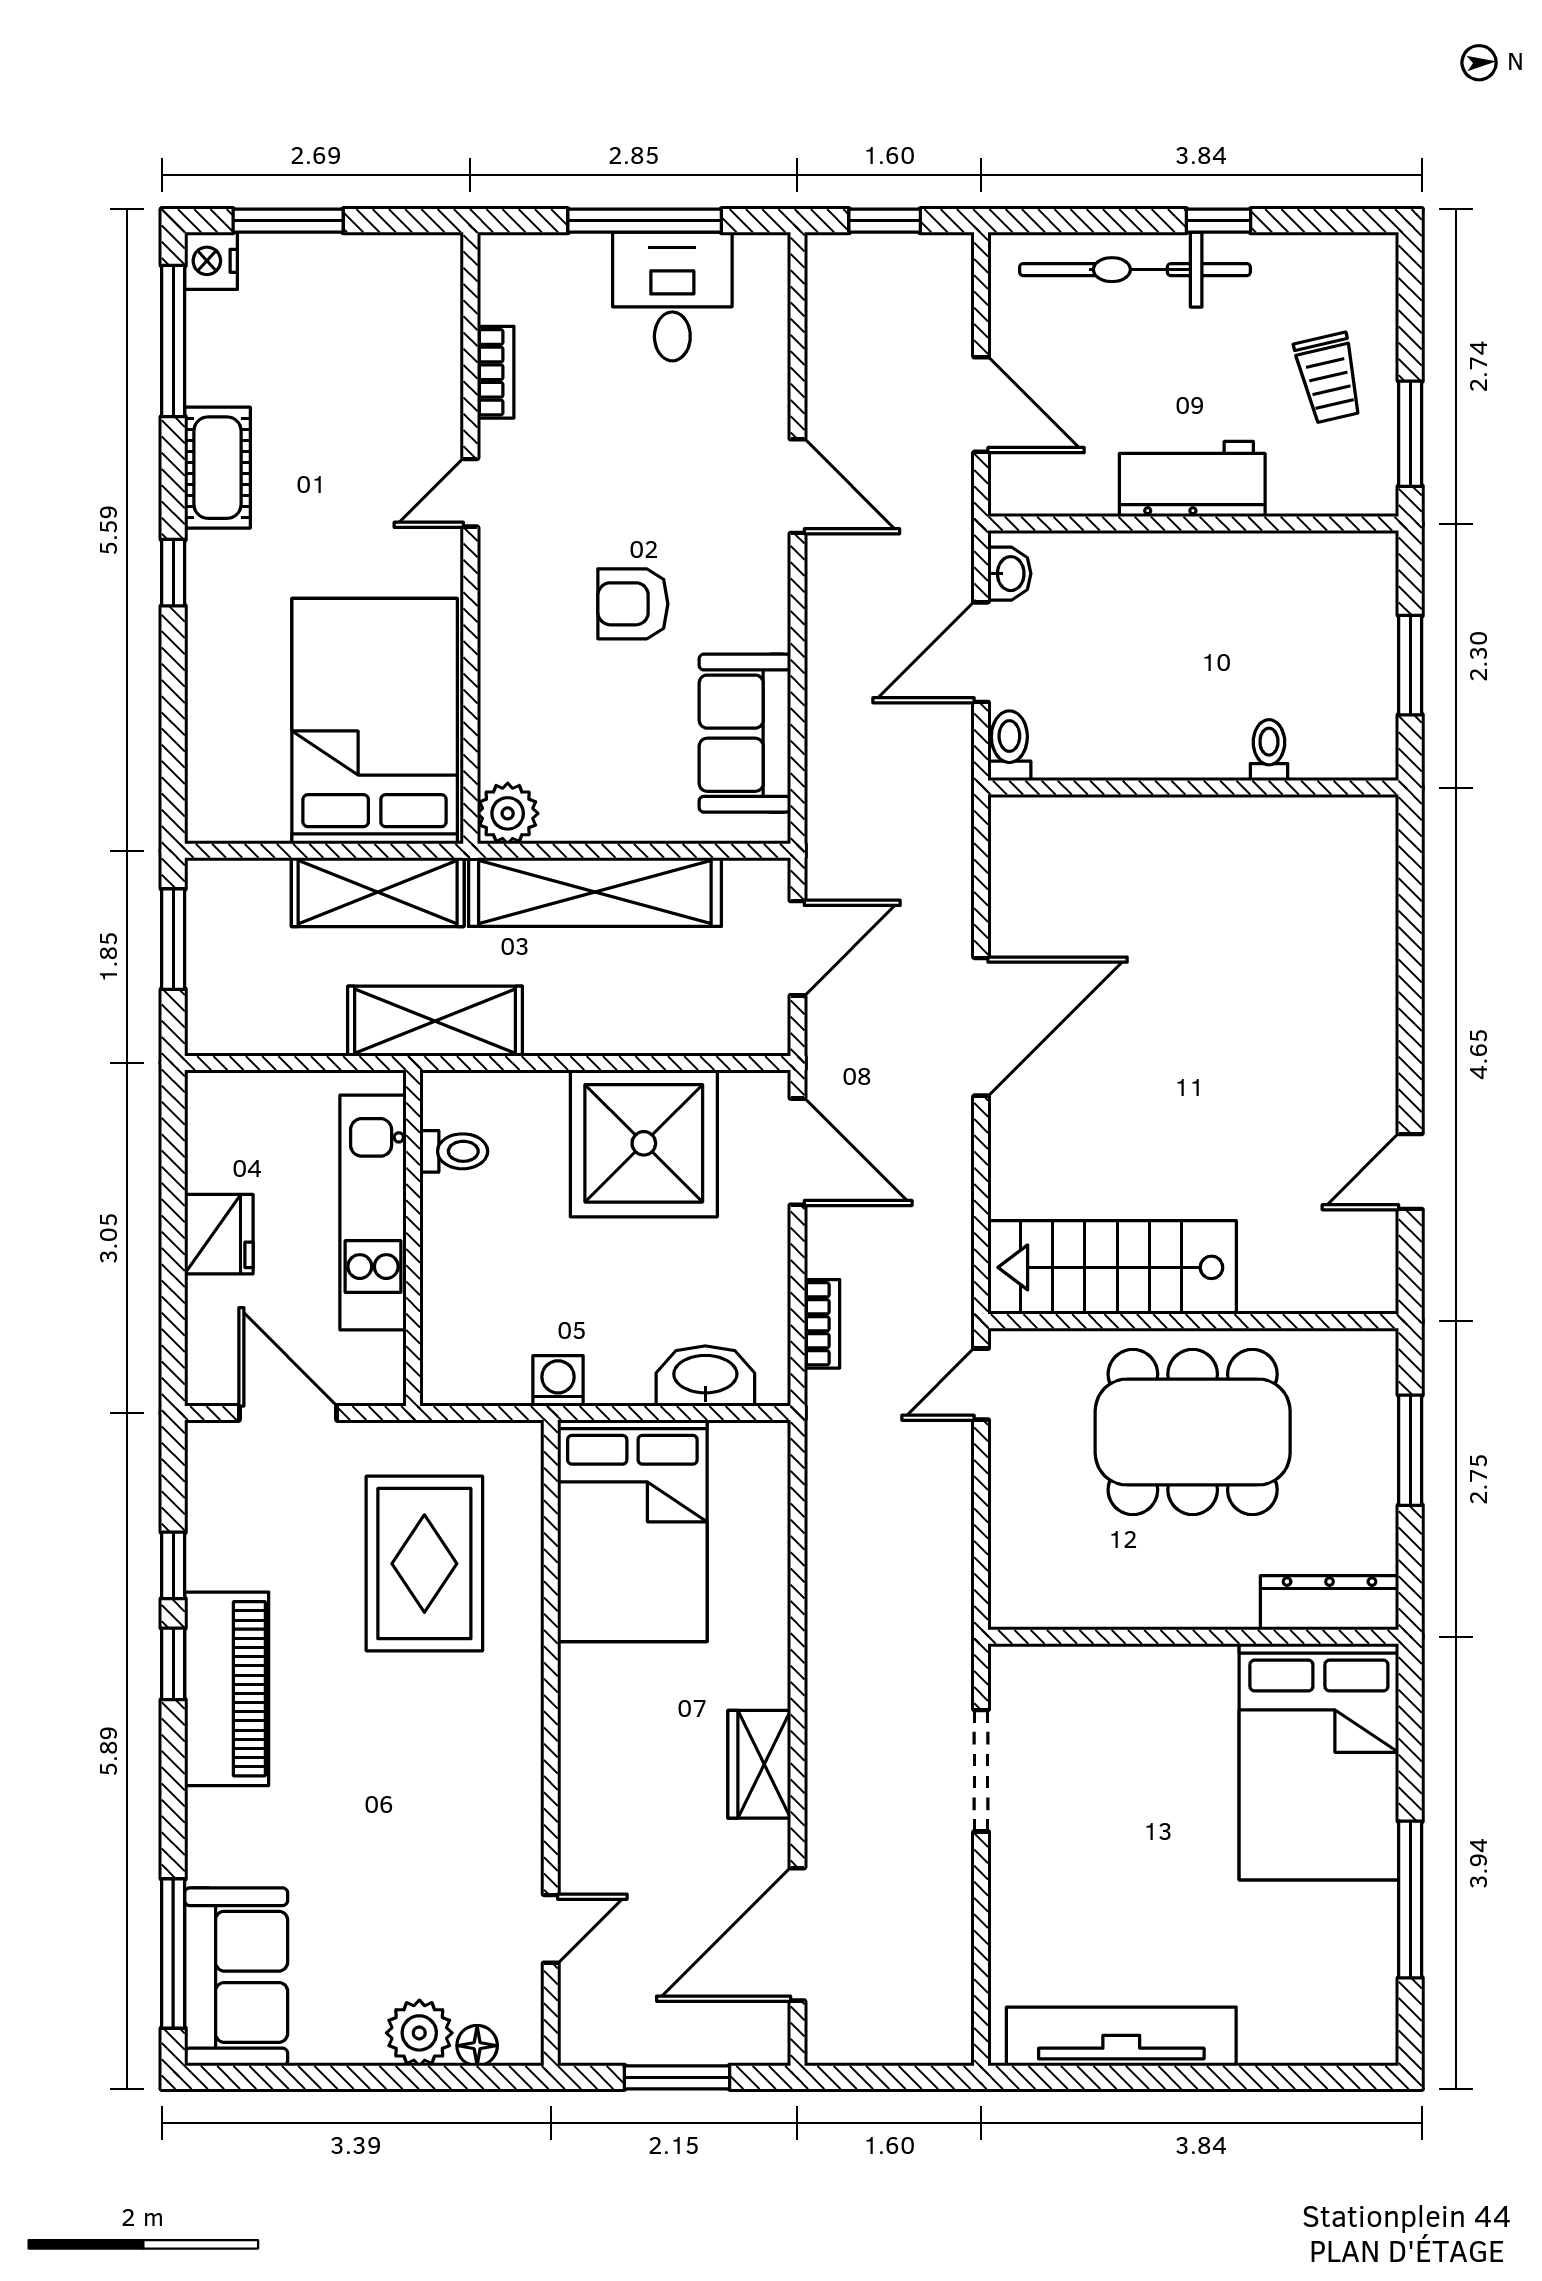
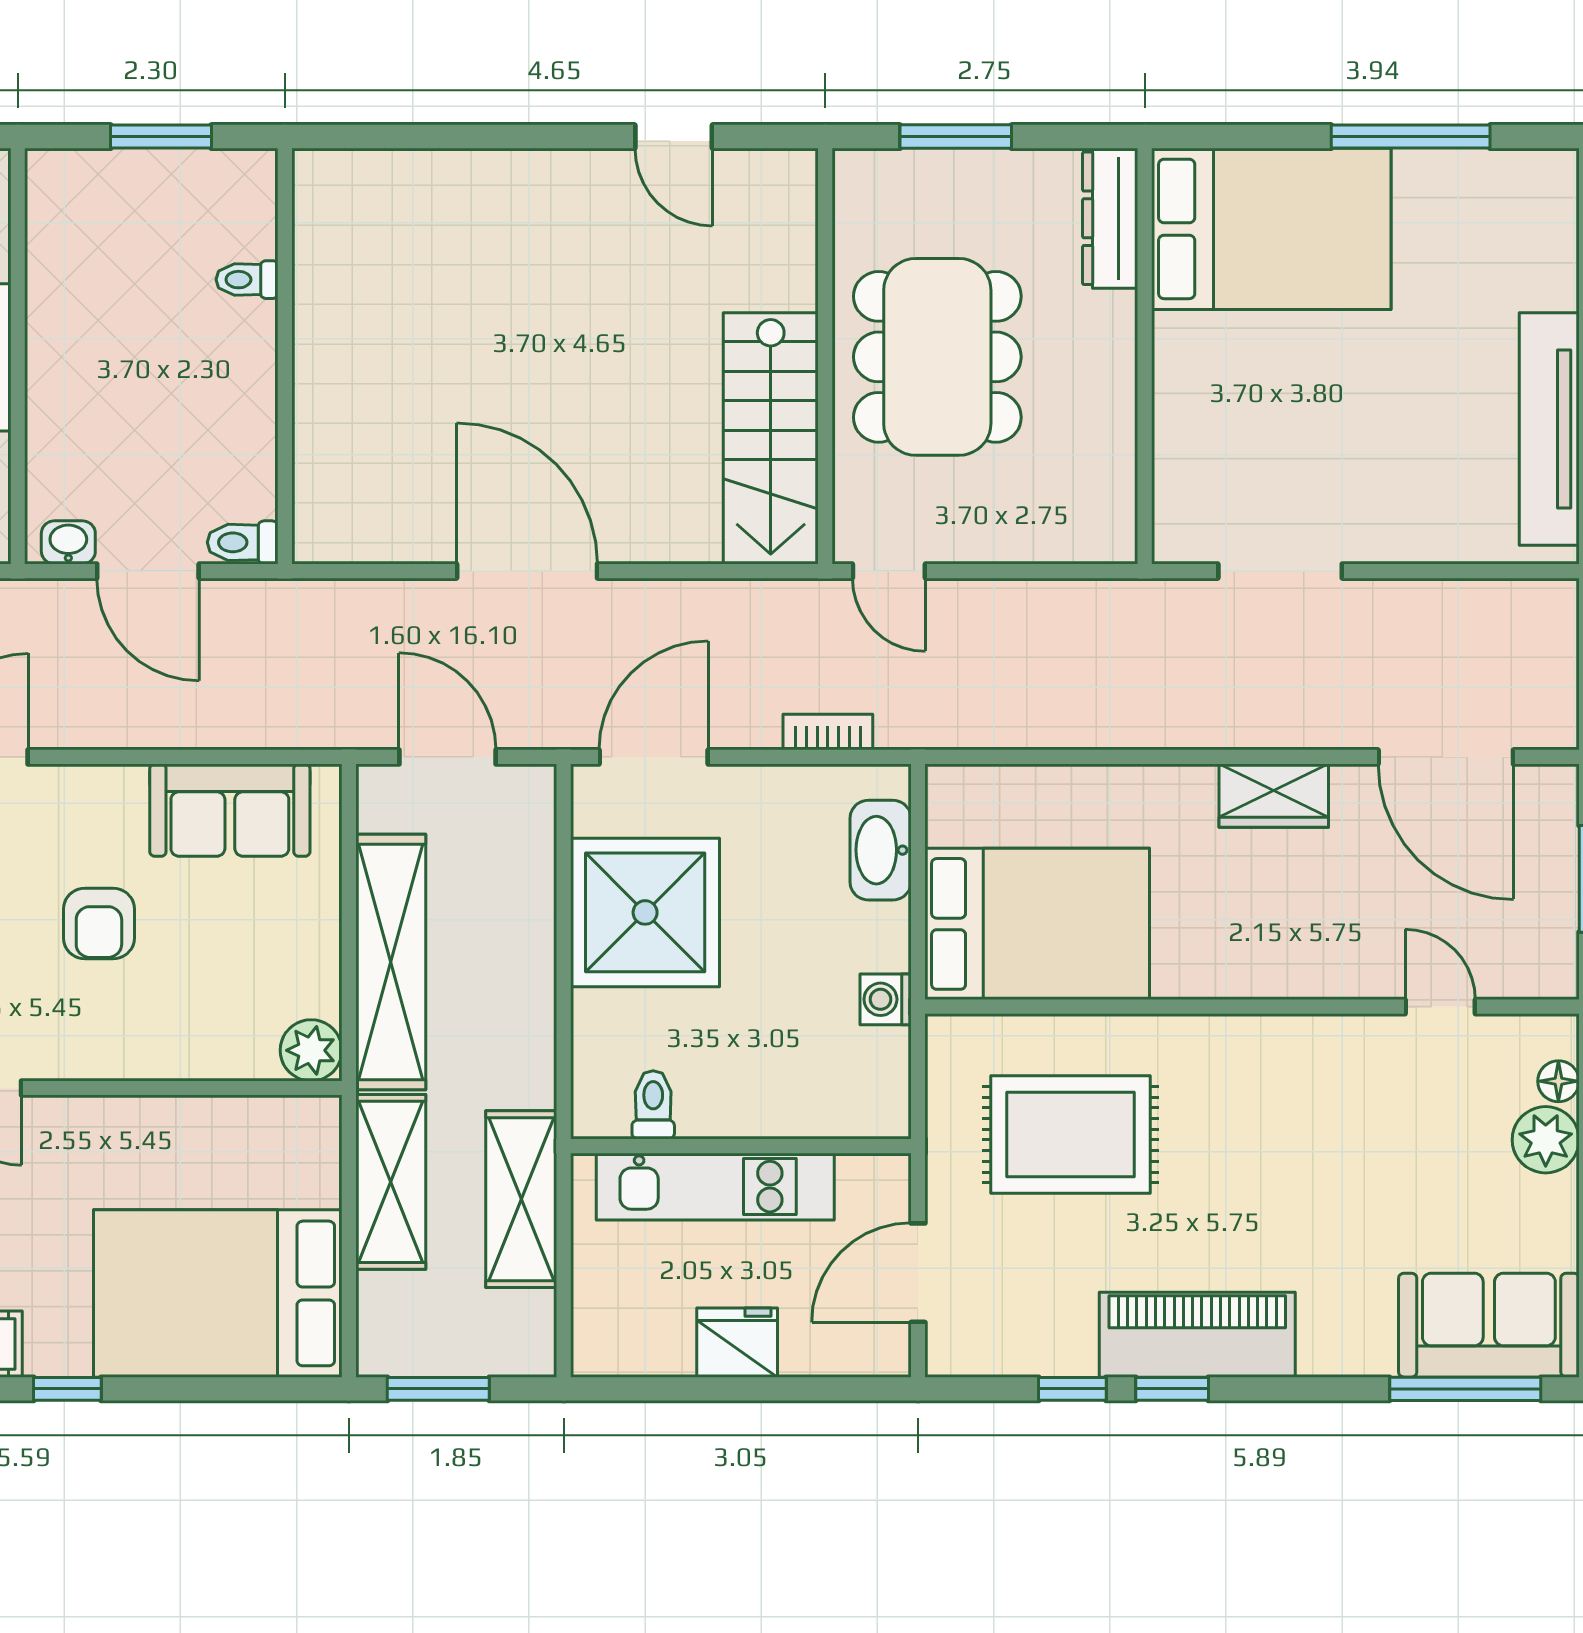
bed: (375, 721) -> (218, 1293), moved
shelving: (435, 1021) -> (521, 1199), moved

